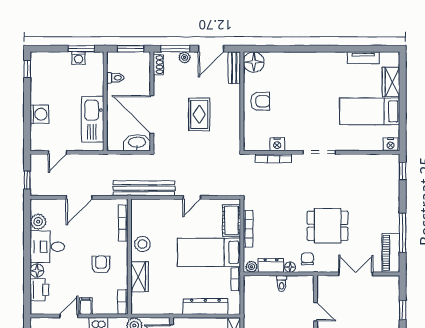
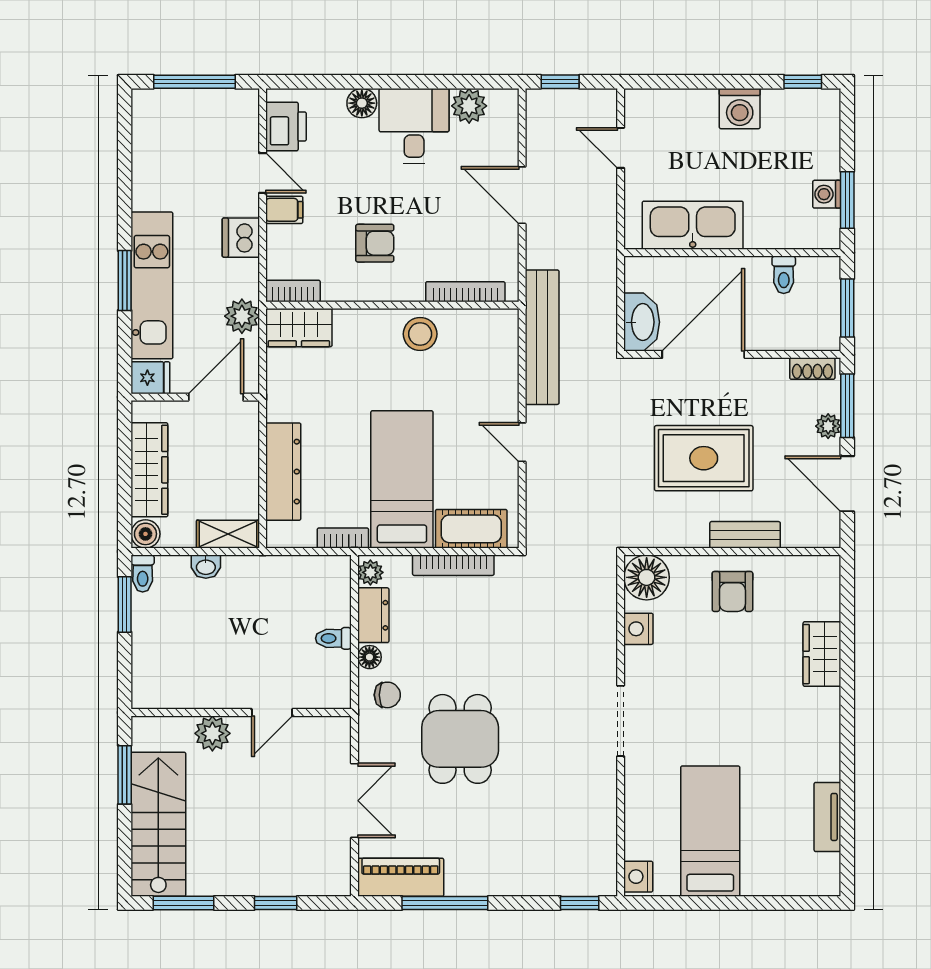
floor lamp: (254, 62) -> (647, 577), moved
bench: (234, 68) -> (745, 535), moved
wardrobe: (391, 82) -> (822, 654), moved, turned -90
washing machine: (39, 114) -> (740, 109), moved
rug: (199, 114) -> (704, 458), width x1.36, depth x1.43
bookcase: (273, 158) -> (607, 621), removed
wardrobe: (140, 277) -> (299, 328), moved
printer: (39, 290) -> (286, 126), moved, turned -90

